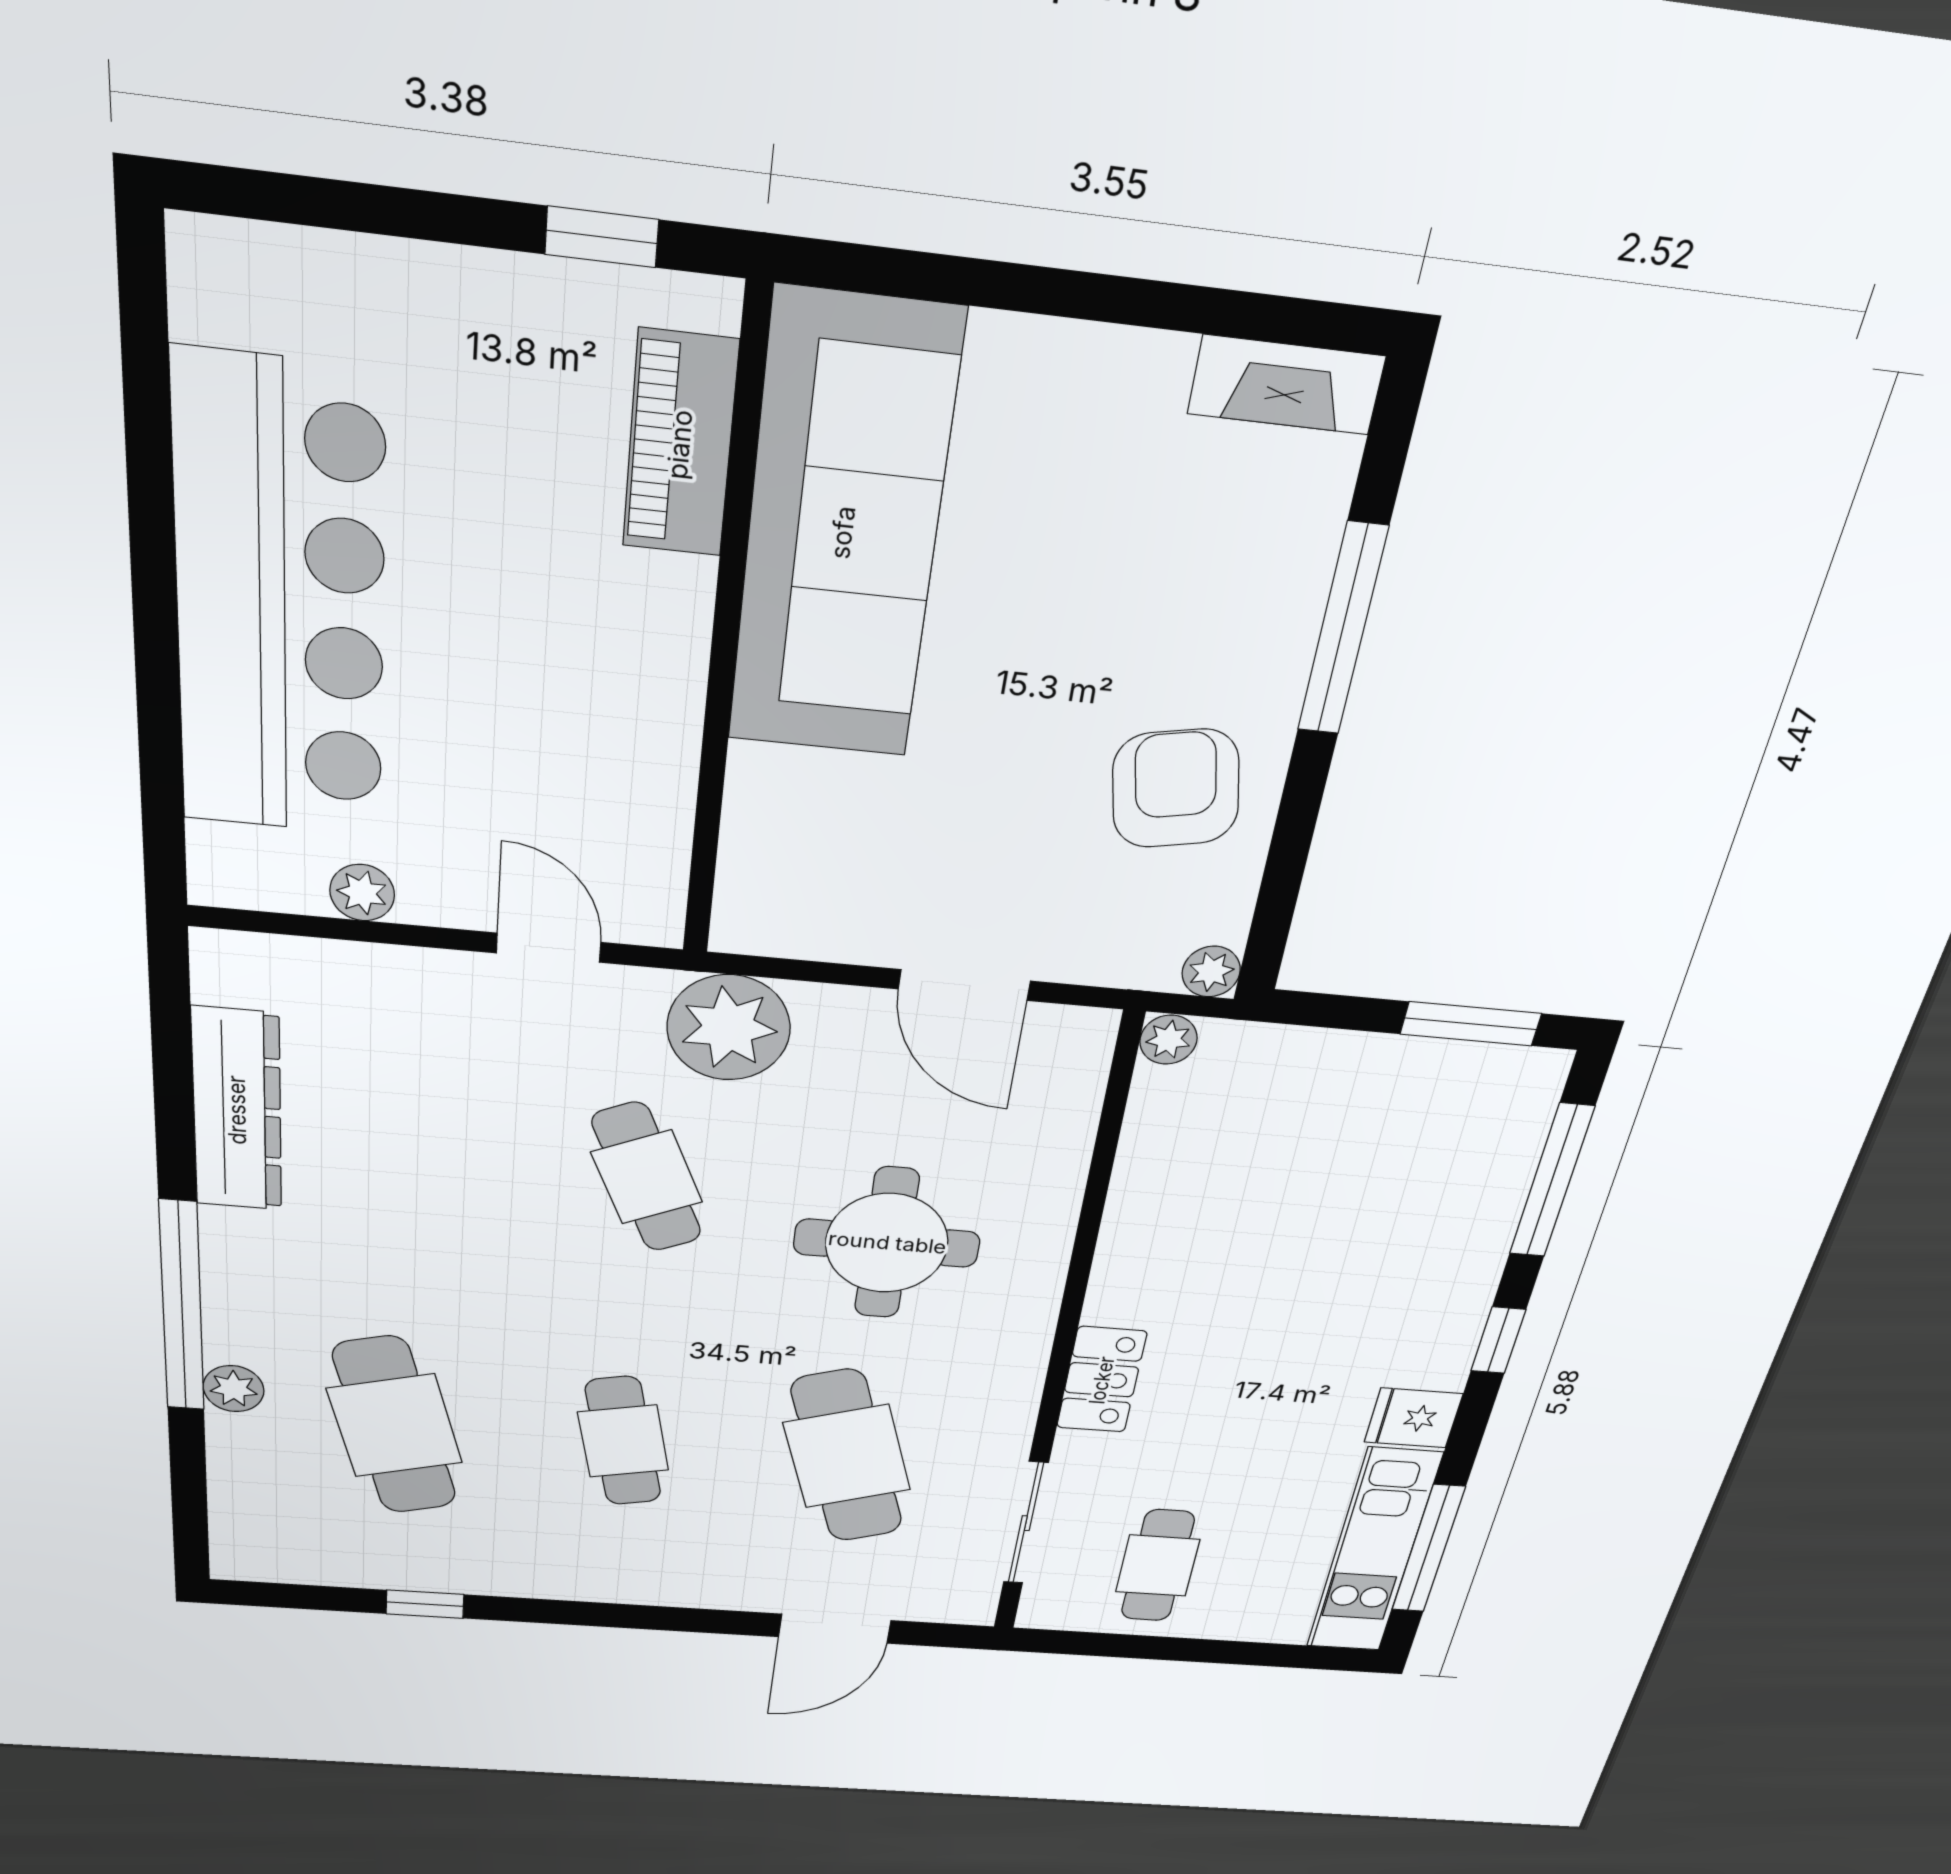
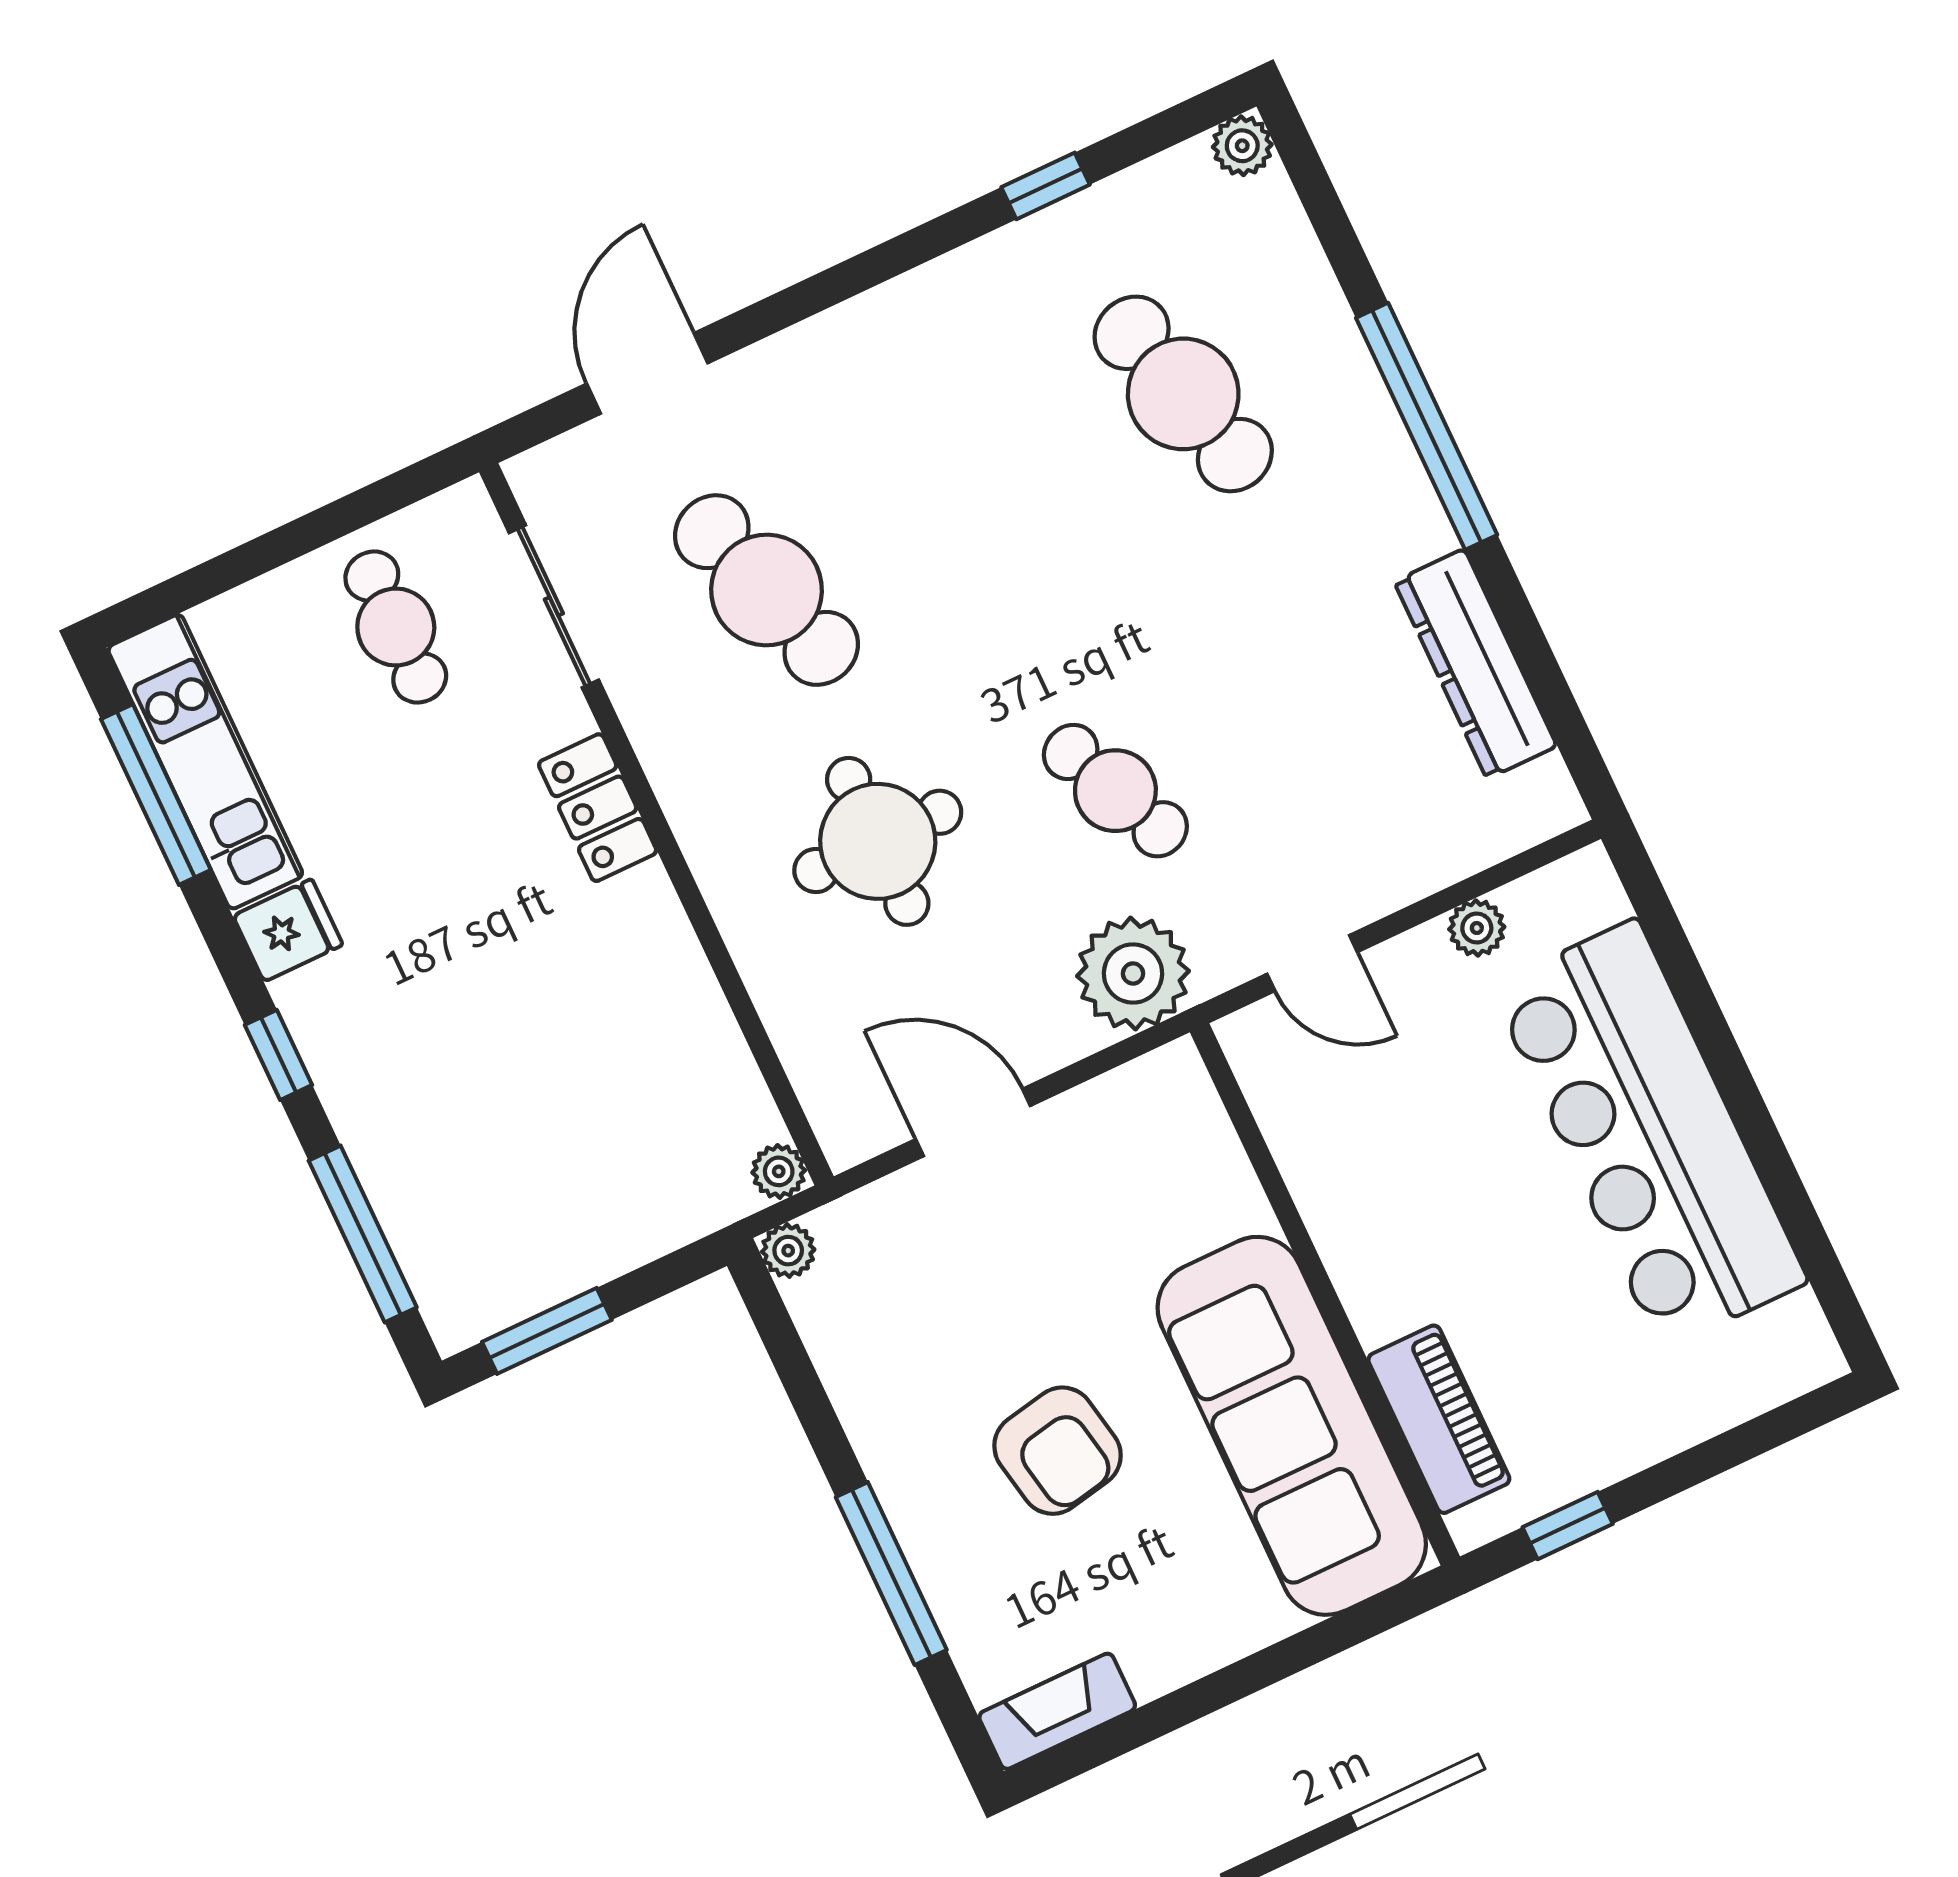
armchair: (1176, 789) -> (1058, 1451), moved
plant: (234, 1389) -> (1242, 146), moved
cafe table: (623, 1441) -> (975, 492), removed

